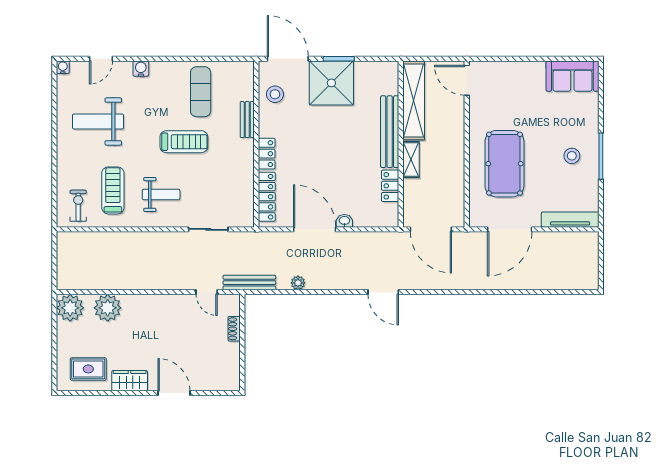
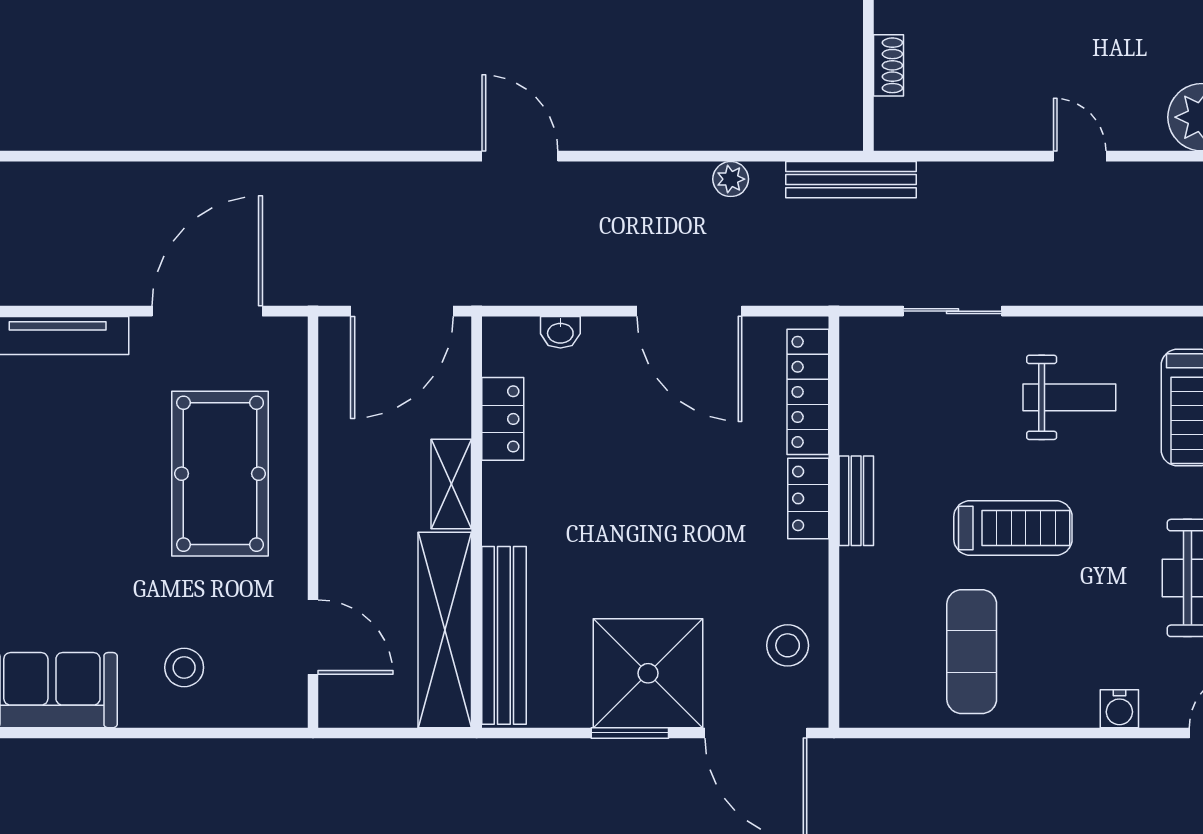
door: (467, 80) -> (313, 637), moved
bench: (247, 120) -> (856, 501), moved
bench: (390, 132) -> (504, 635), moved
treadmill: (184, 142) -> (1013, 528), turned 180
stool: (572, 156) -> (184, 667), moved
weight bench: (161, 194) -> (1069, 397), turned 180
washbasin: (344, 221) -> (560, 332), moved
door: (431, 229) -> (402, 311), swing flipped
door: (207, 292) -> (1080, 156), moved

